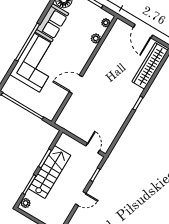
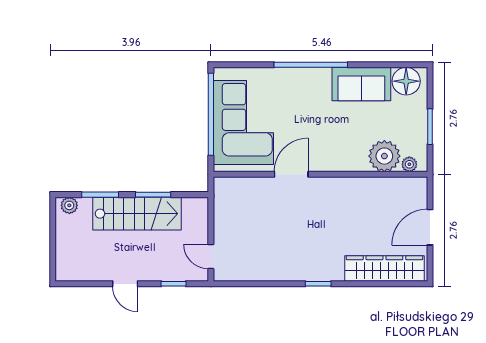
plant: (96, 38) -> (384, 156), width x1.88, depth x1.88
corner sofa: (37, 63) -> (243, 123), moved, turned -90
door: (76, 84) -> (291, 174), hinge flipped
door: (93, 148) -> (211, 257), swing flipped

